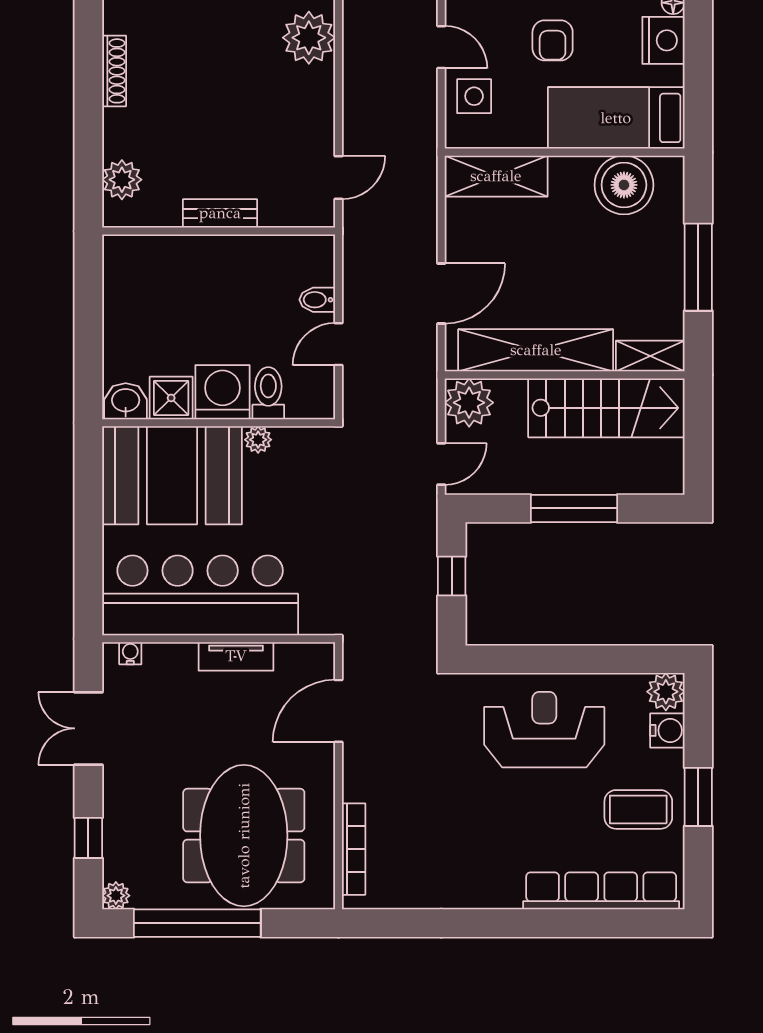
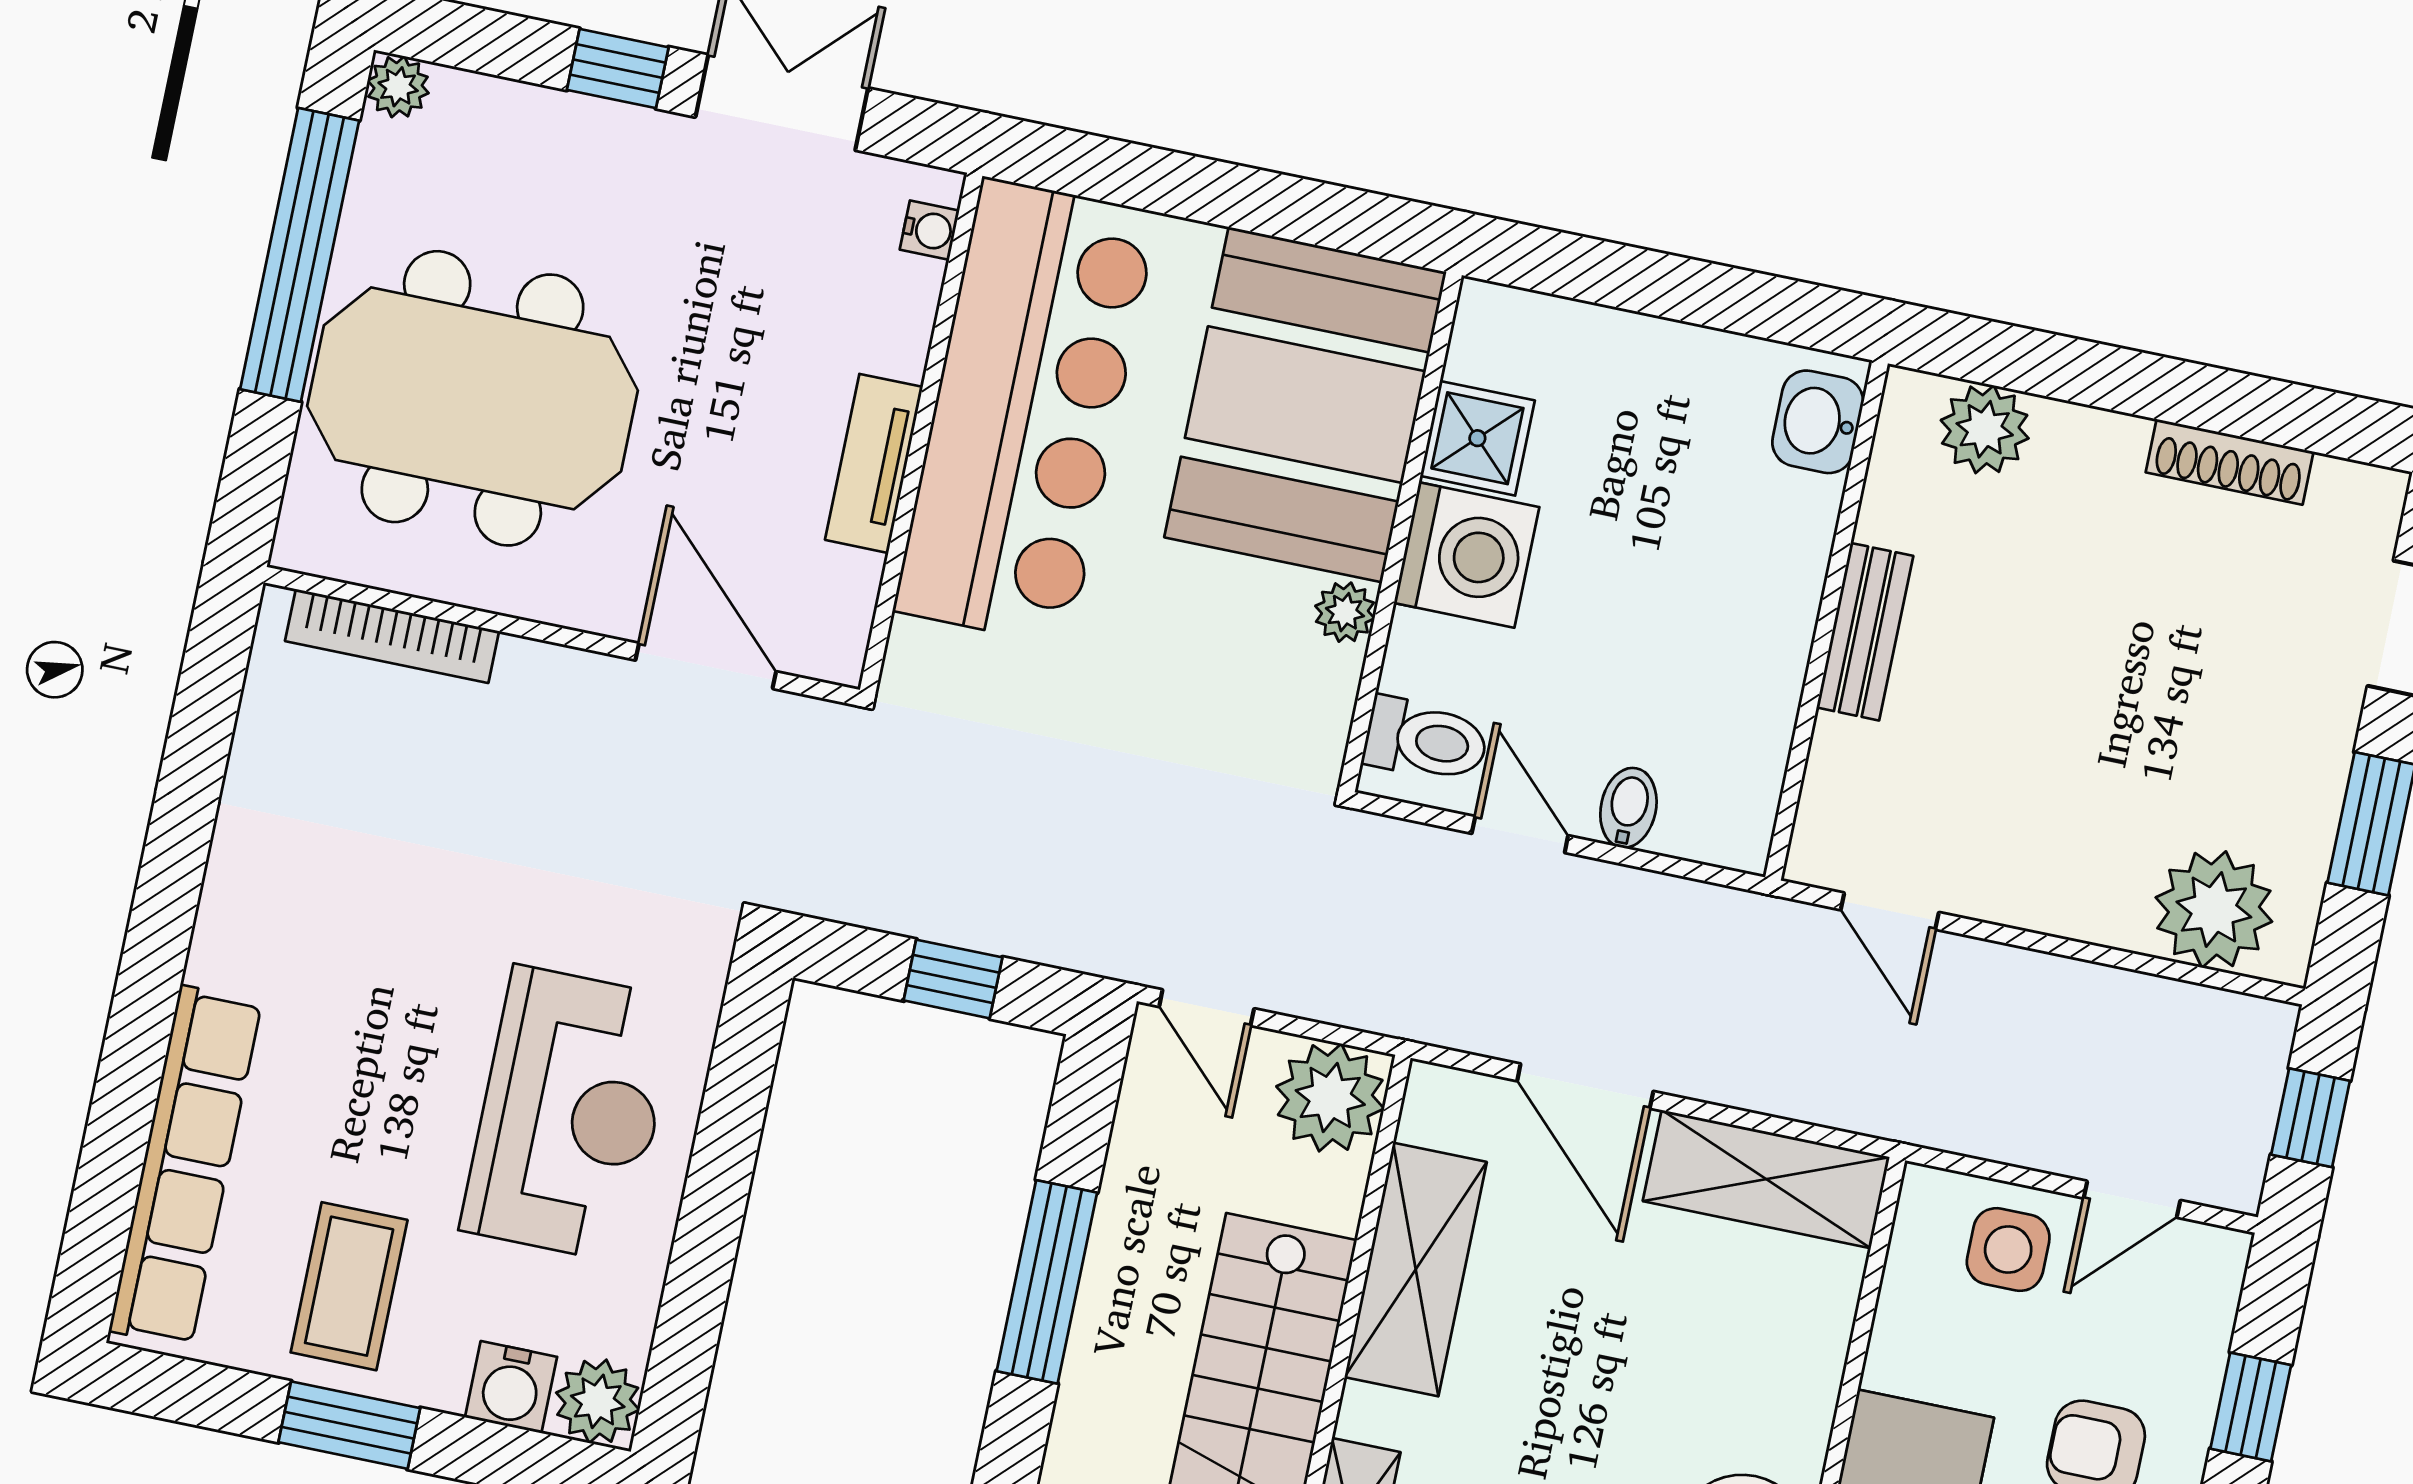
shelving: (496, 176) -> (1766, 1179), moved, turned 90
shelving: (536, 350) -> (1416, 1269), width x0.68
toilet: (268, 393) -> (1426, 740), moved
washbasin: (126, 401) -> (1818, 422), moved, turned 180
window: (88, 838) -> (618, 69), moved

